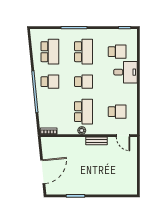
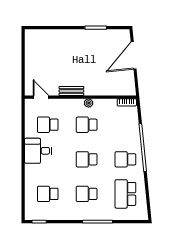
school desk: (83, 52) -> (87, 194), width x0.54
desk: (126, 72) -> (38, 151), moved
school desk: (83, 112) -> (87, 125), width x0.54

